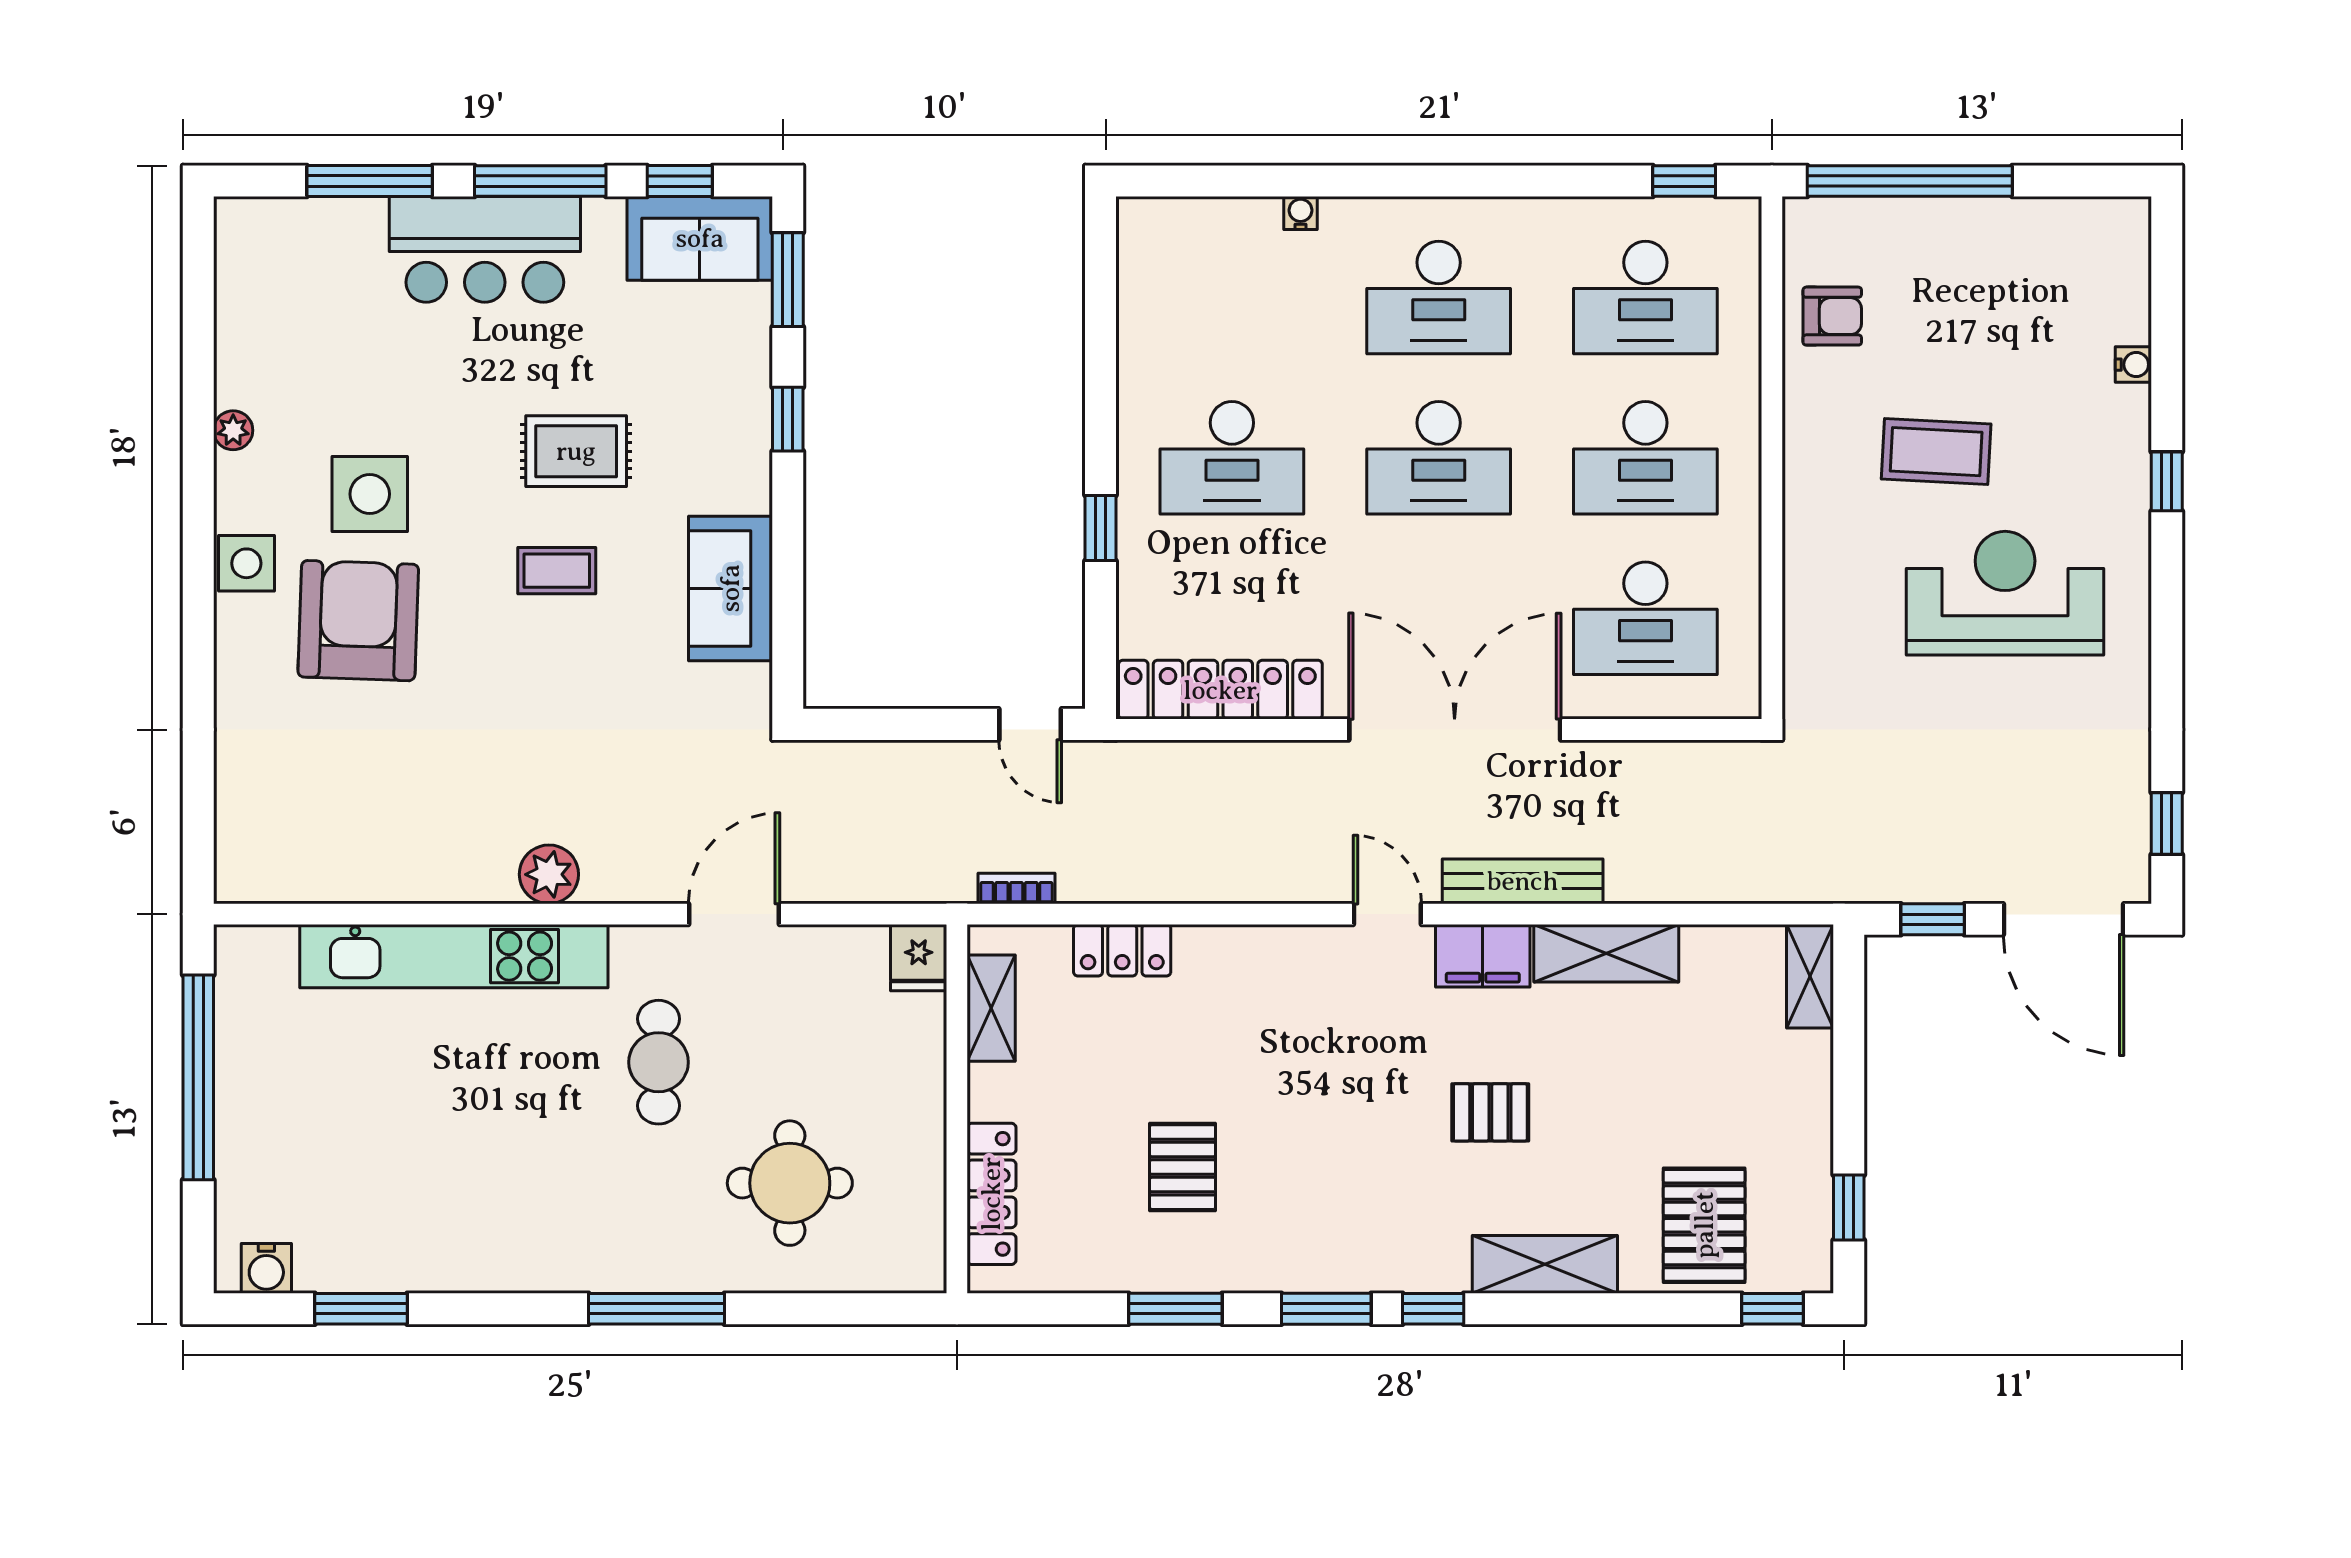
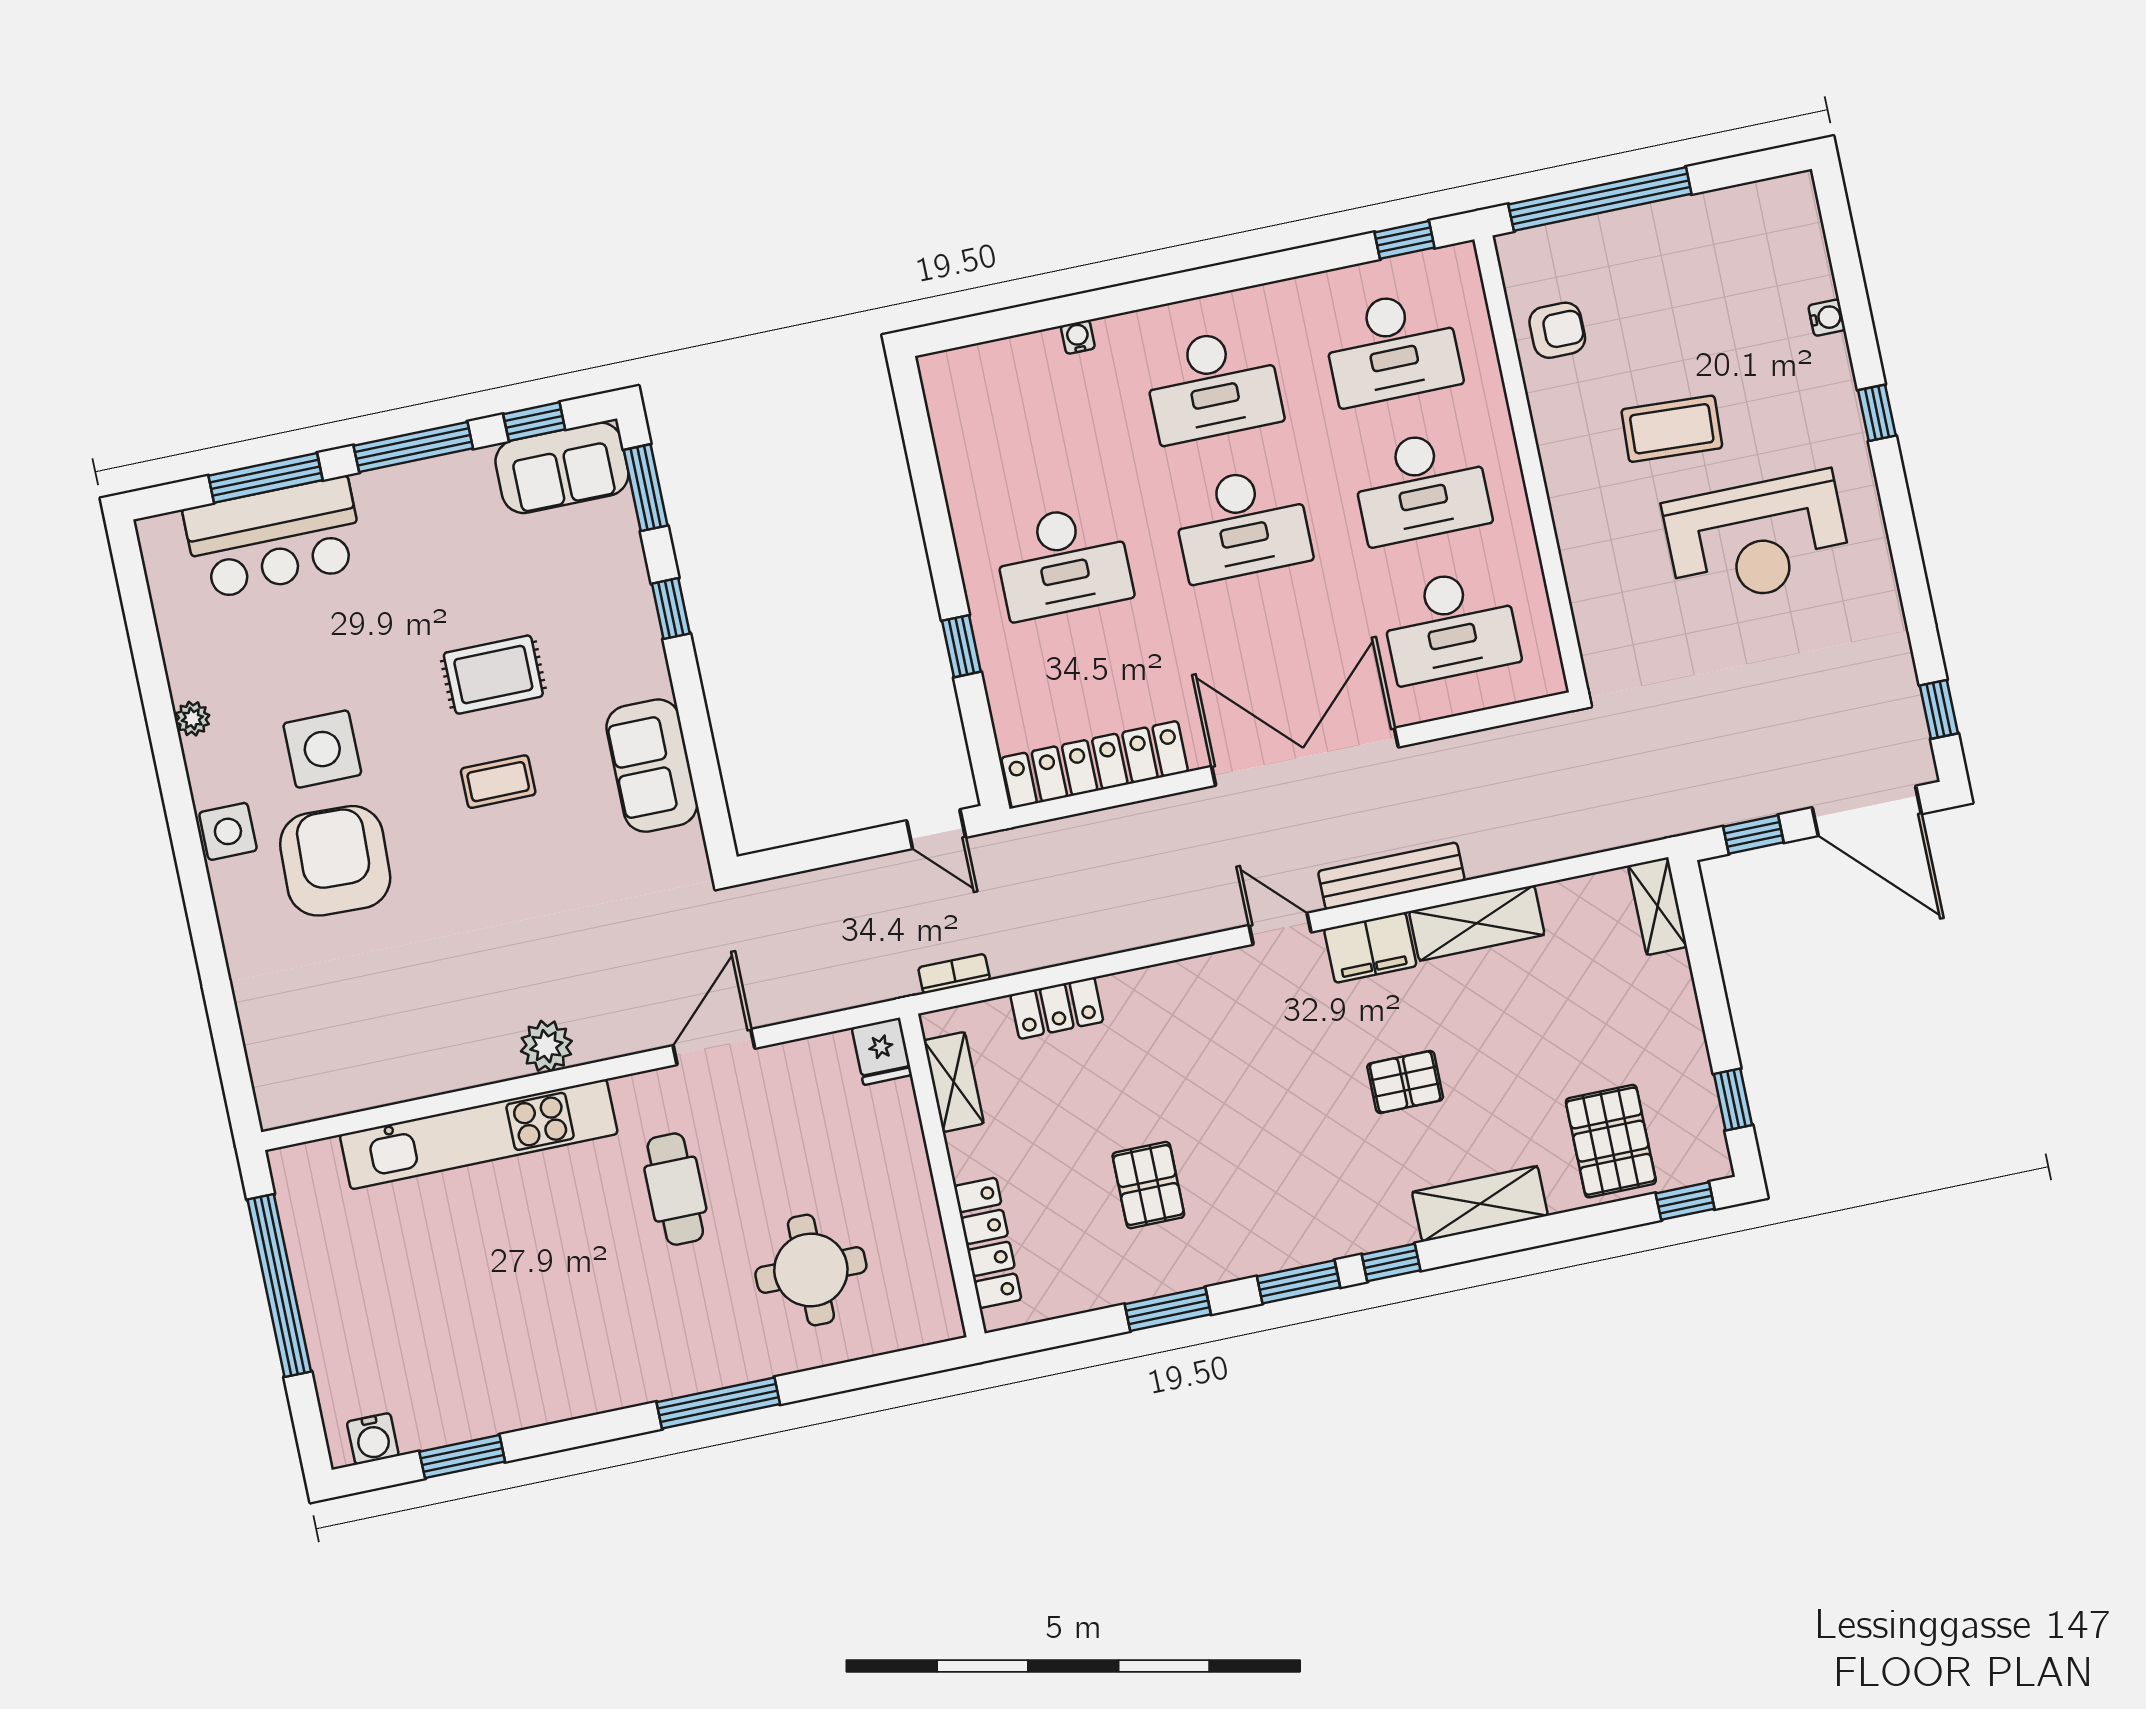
bar counter: (485, 249) -> (274, 538), moved
reception desk: (2005, 593) -> (1757, 539), turned 180

